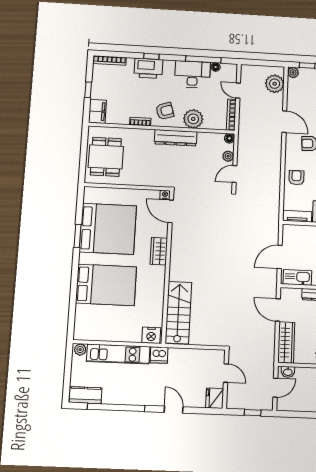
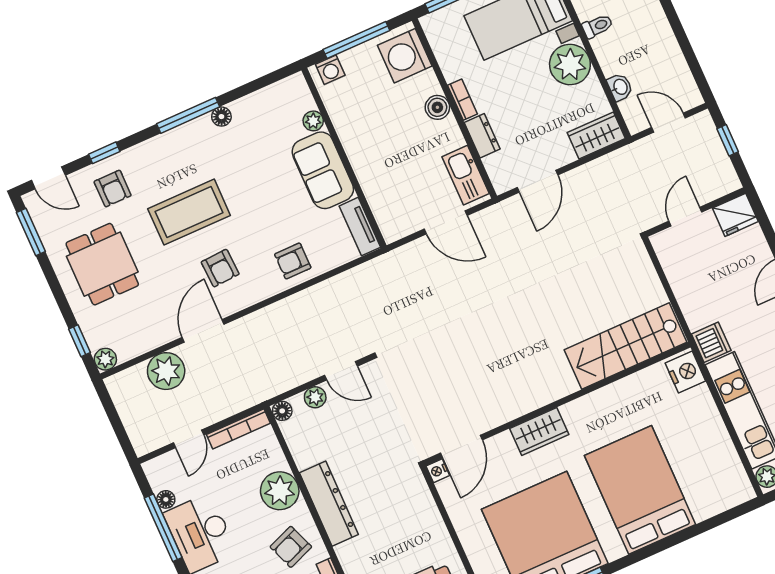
plant: (275, 84) -> (166, 371), moved
armchair: (165, 111) -> (291, 547), turned -93
wardrobe: (286, 342) -> (596, 136), width x0.67
washbasin: (288, 372) -> (620, 87), moved

